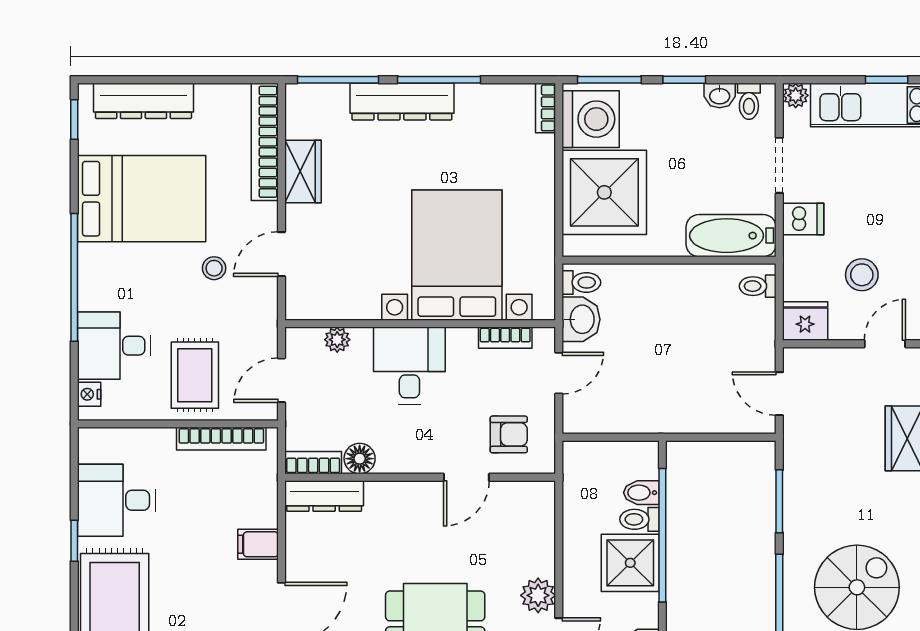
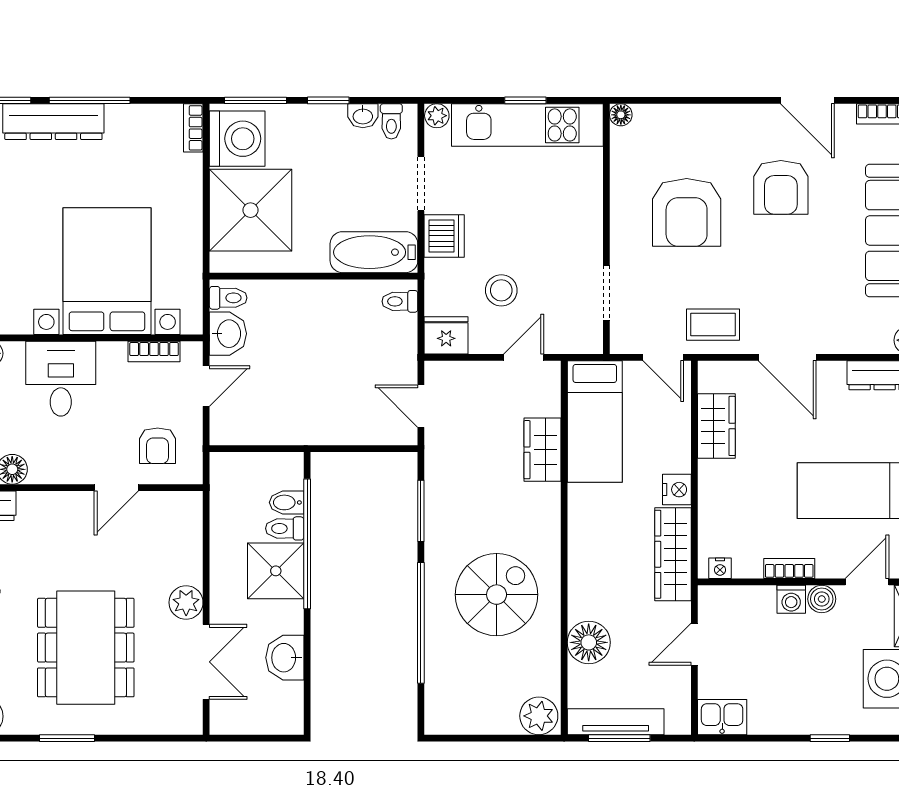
dishwasher: (803, 219) -> (444, 236), width x1.38
armchair: (509, 434) -> (158, 446), turned 90

